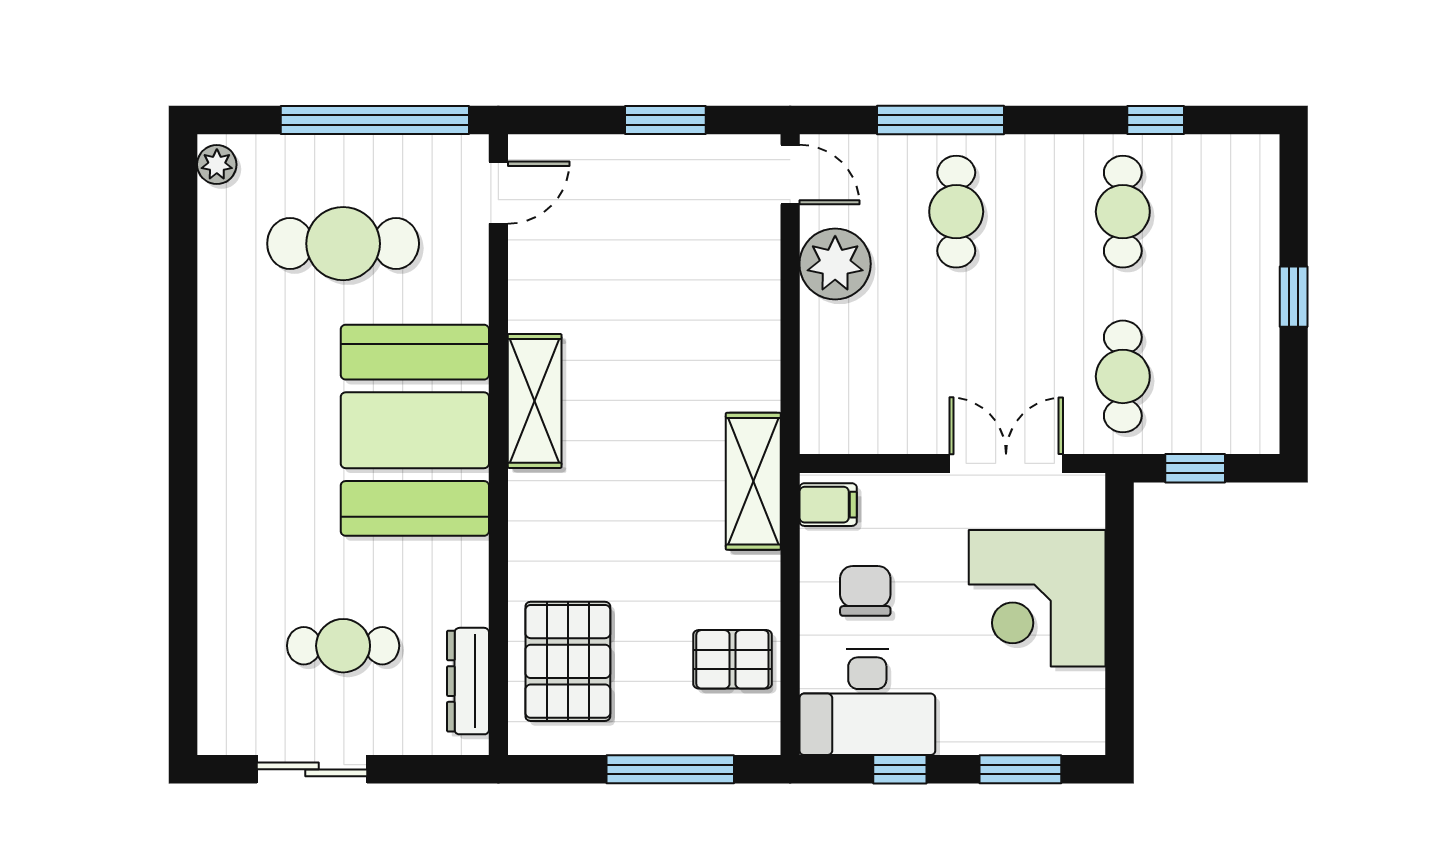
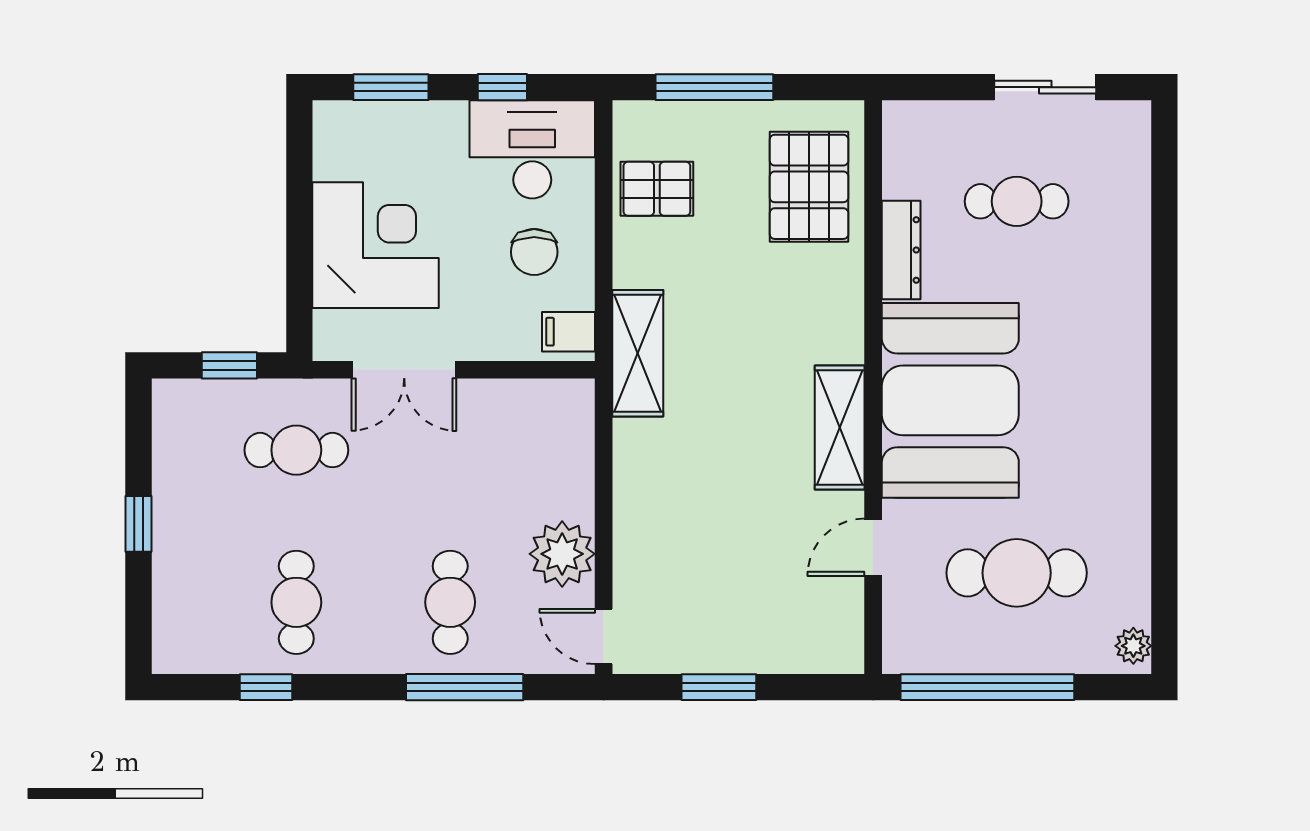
door: (498, 193) -> (873, 547), moved
cafe table: (1123, 376) -> (296, 450), turned 90
dresser: (468, 681) -> (901, 250), moved

